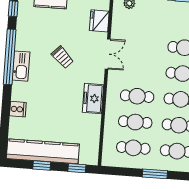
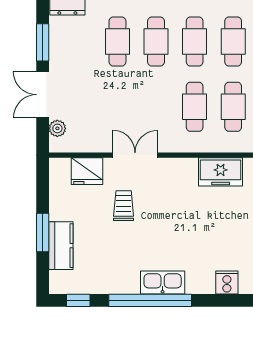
trolley: (62, 57) -> (124, 206), moved, turned -44
freezer: (93, 98) -> (221, 172), moved

